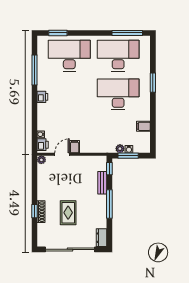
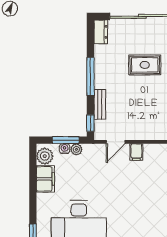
filing cabinet: (143, 126) -> (45, 179), width x2.00
plant: (144, 144) -> (45, 156), added
door: (62, 154) -> (116, 142), moved
rug: (68, 213) -> (145, 65), turned 90

